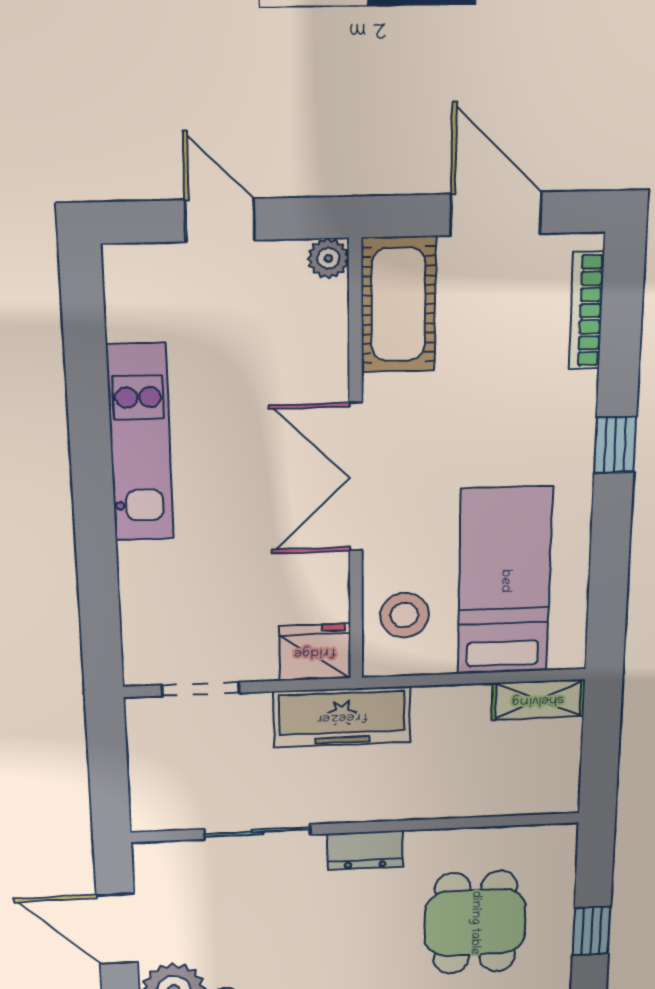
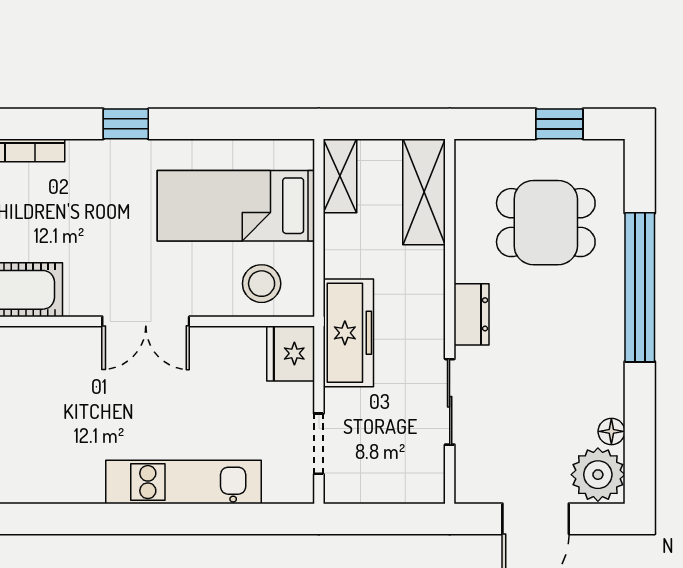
kitchen unit: (140, 443) -> (183, 482), moved
double door: (356, 478) -> (146, 321), width x0.73
shelving: (516, 793) -> (424, 192), added

